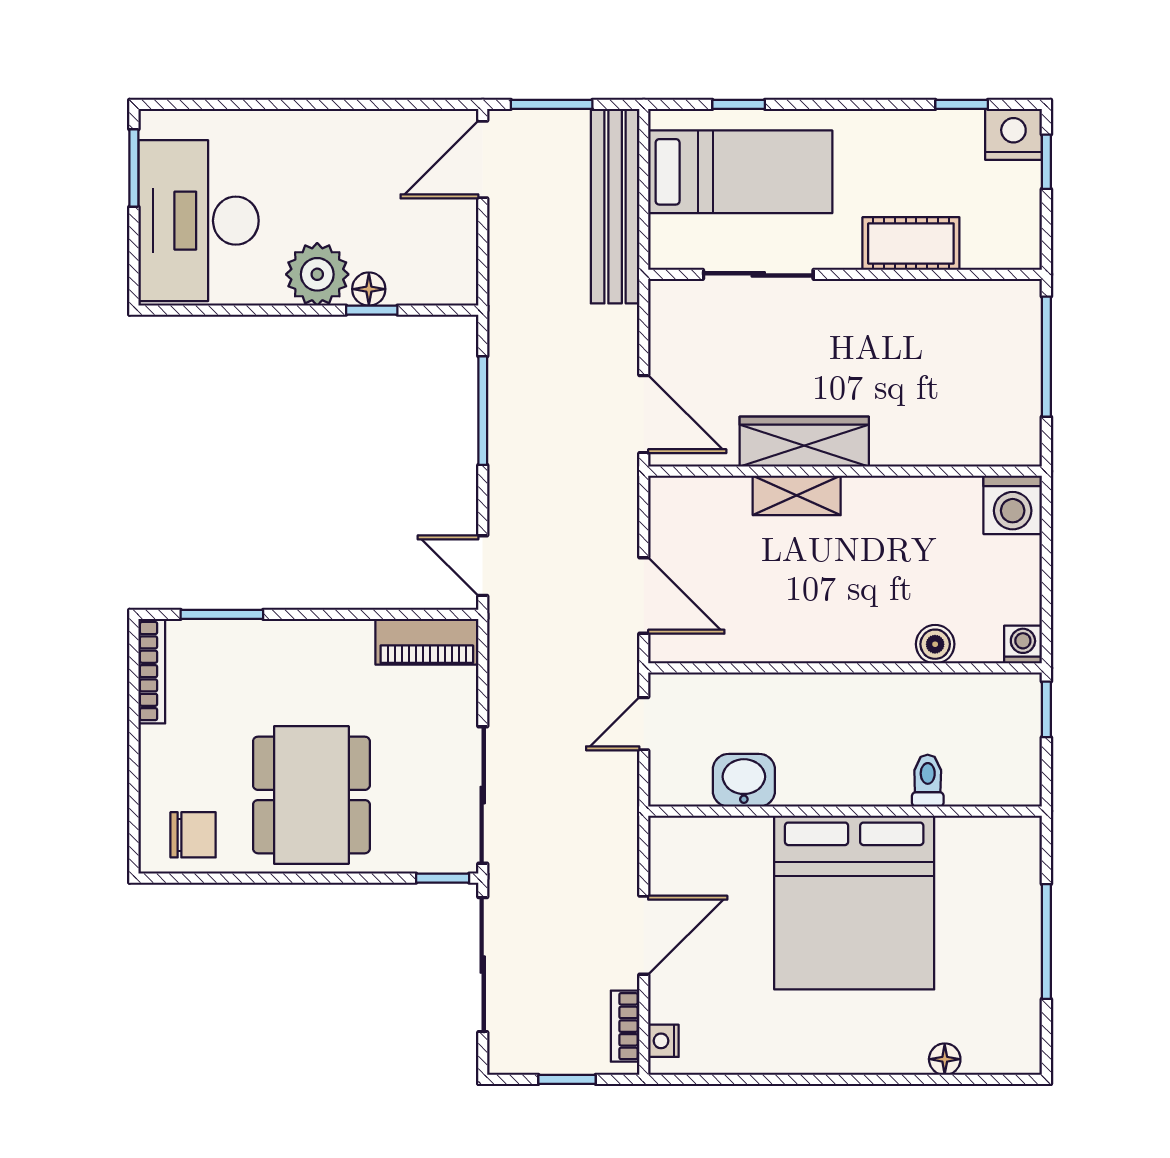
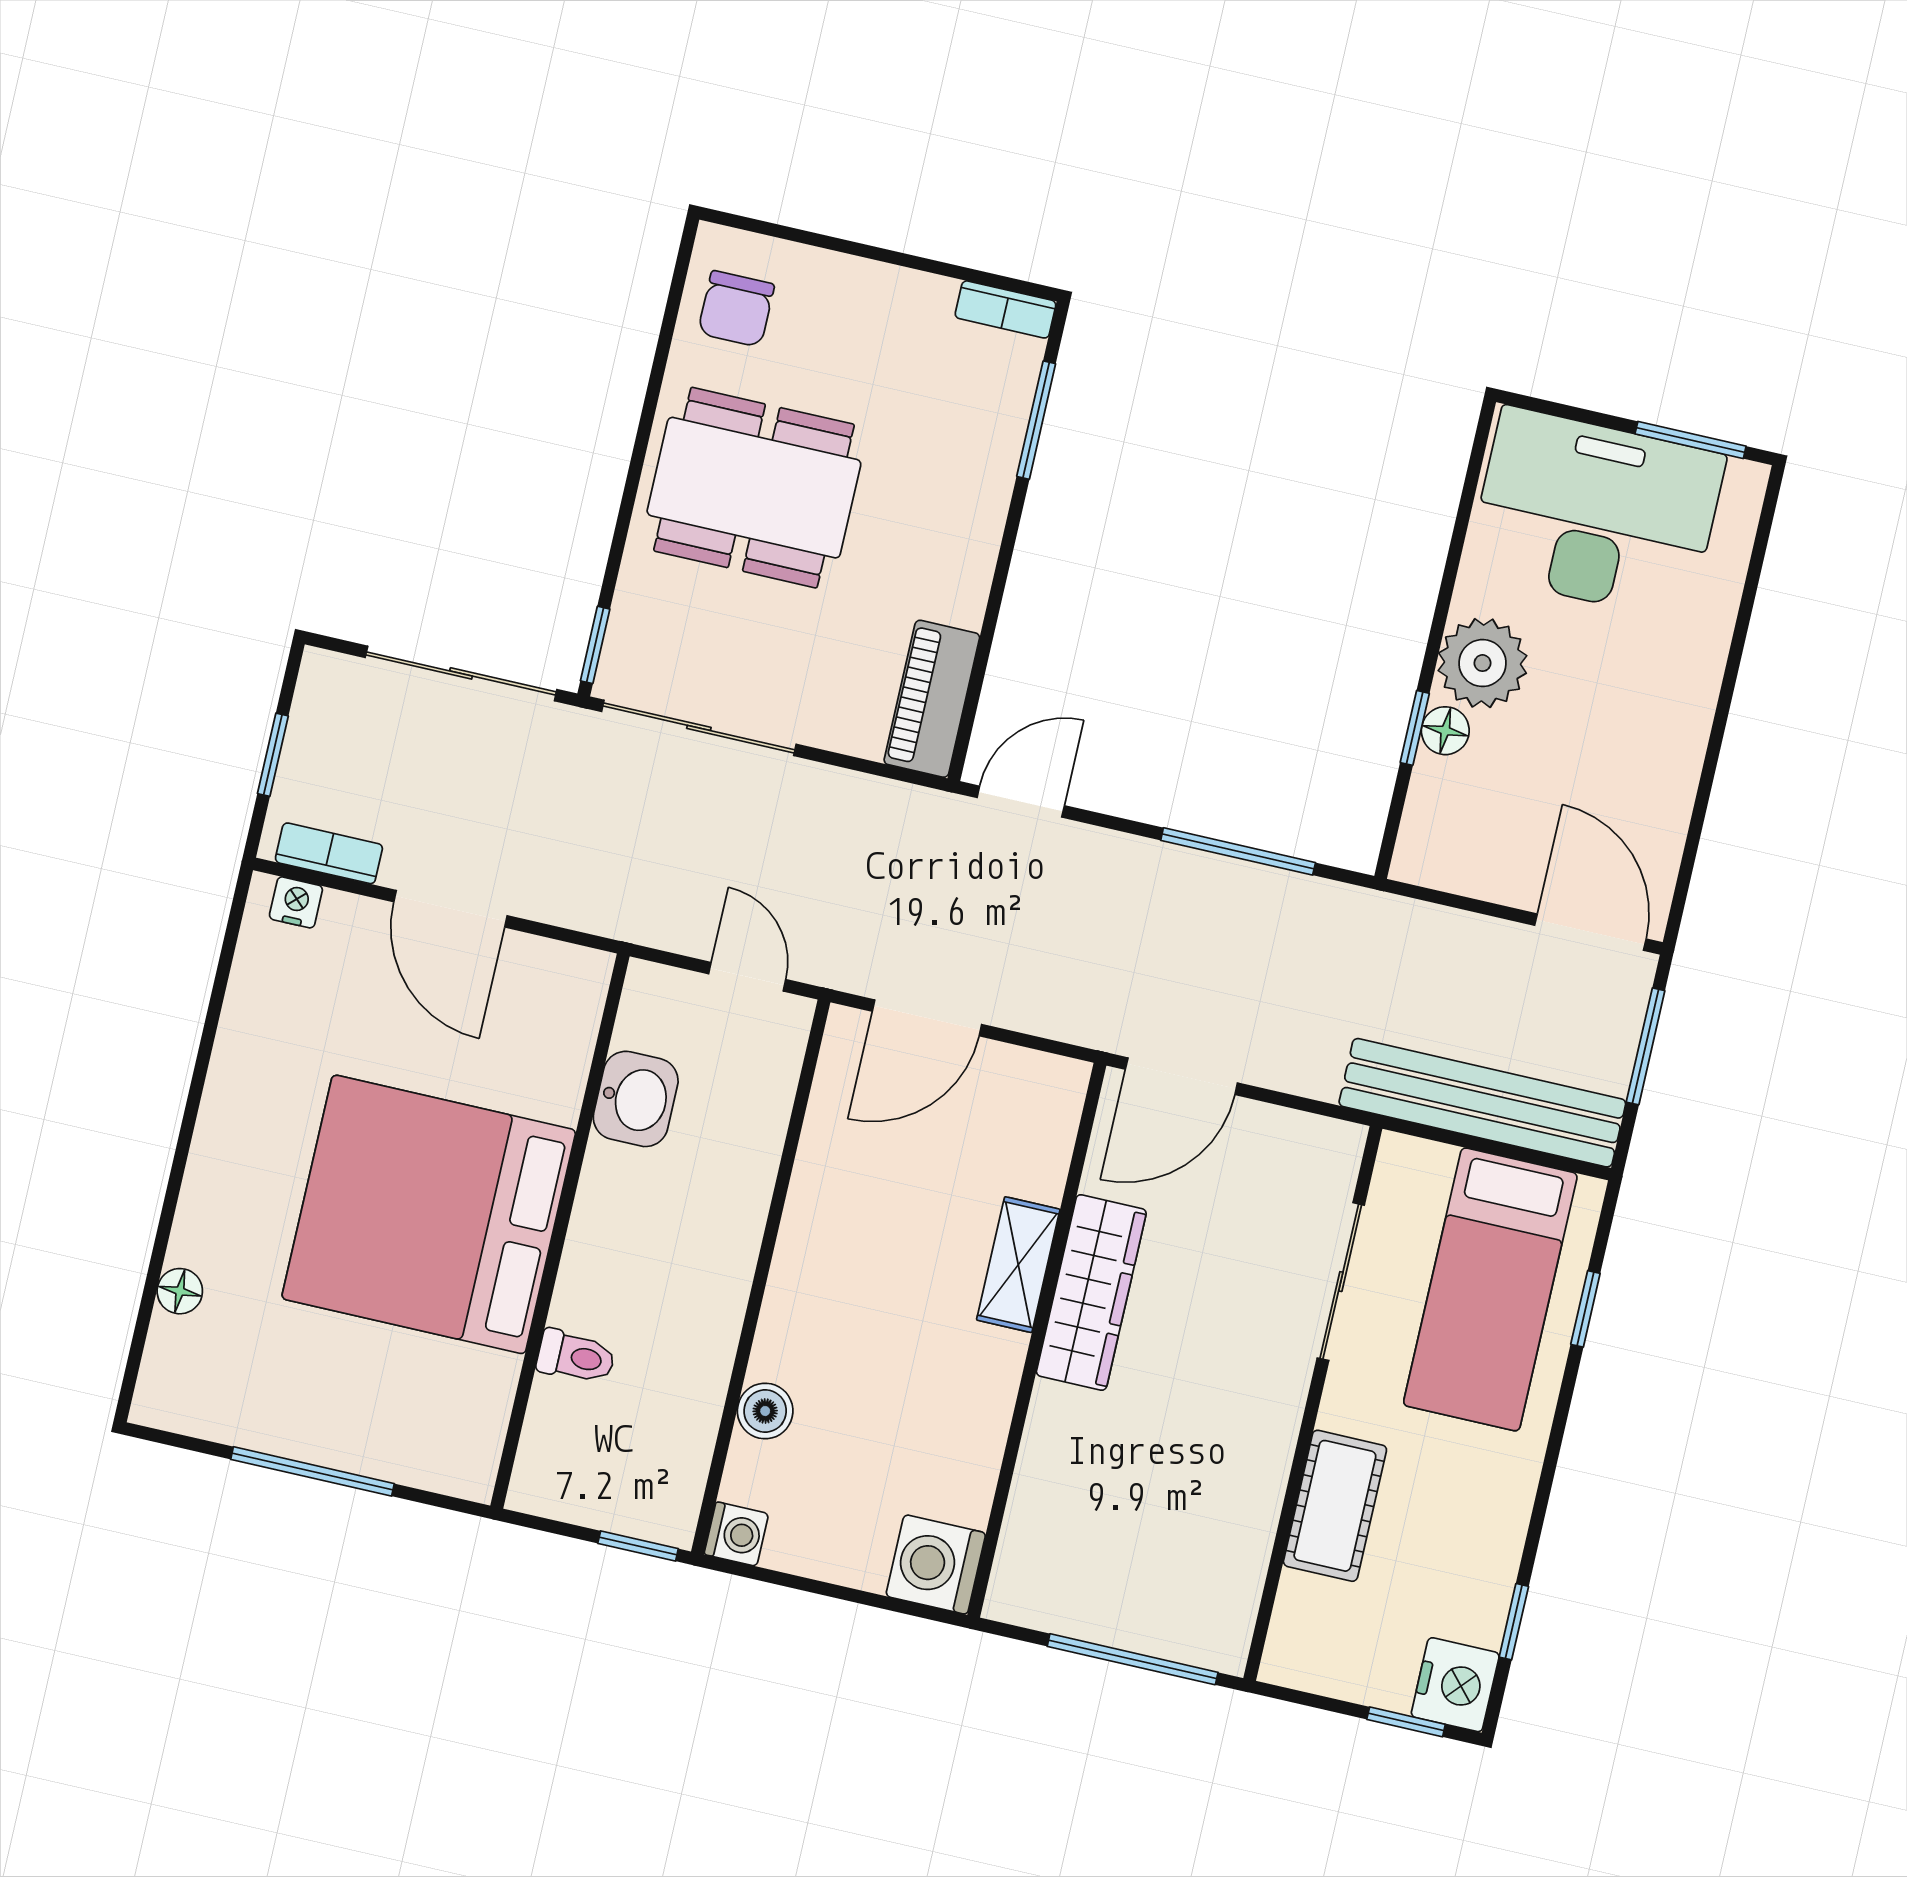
bookcase: (152, 671) -> (1006, 309), width x0.64

